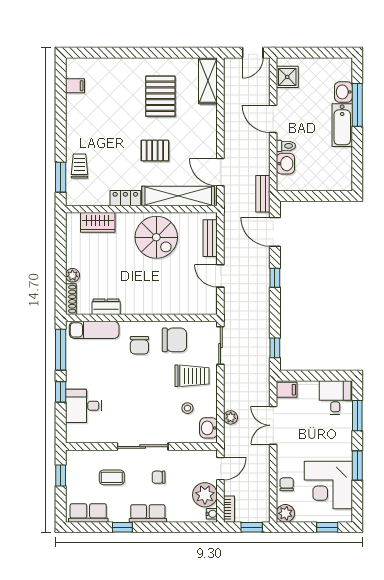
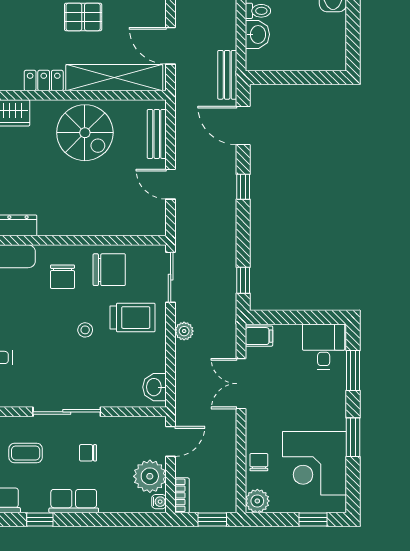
stool: (187, 408) -> (85, 330), moved
plant: (231, 417) -> (184, 331), moved

